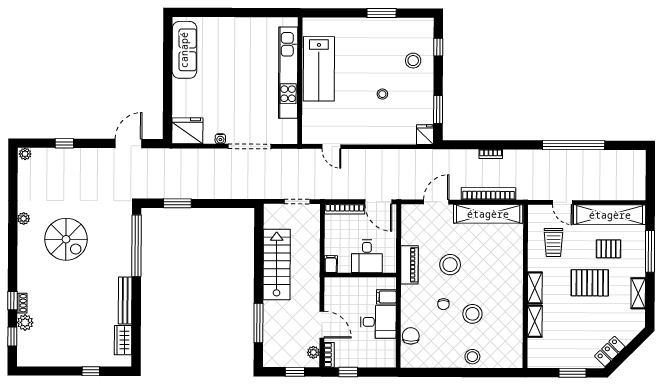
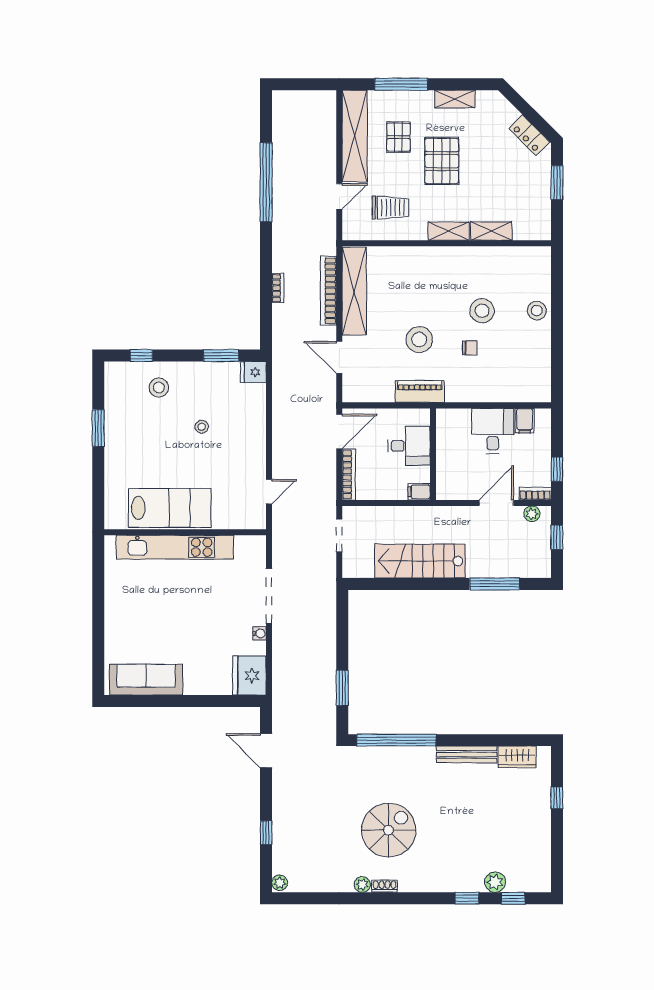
filing cabinet: (386, 297) -> (525, 421), moved
shoe rack: (22, 303) -> (385, 886), moved
chair: (411, 336) -> (510, 389), removed

